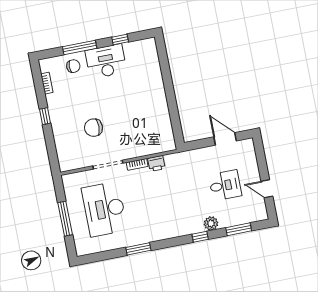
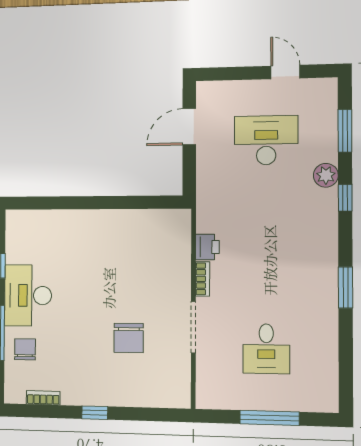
desk: (225, 185) -> (266, 140), width x1.37
door: (267, 189) -> (285, 72), swing flipped
desk: (104, 209) -> (266, 349), width x0.53, depth x0.77
window: (138, 249) -> (346, 287), moved

